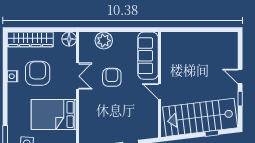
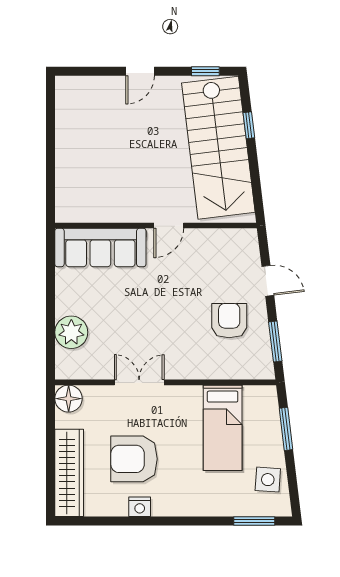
armchair: (112, 77) -> (229, 321), moved, turned 90
window: (240, 99) -> (205, 71), moved
bed: (54, 115) -> (223, 428), width x0.67

